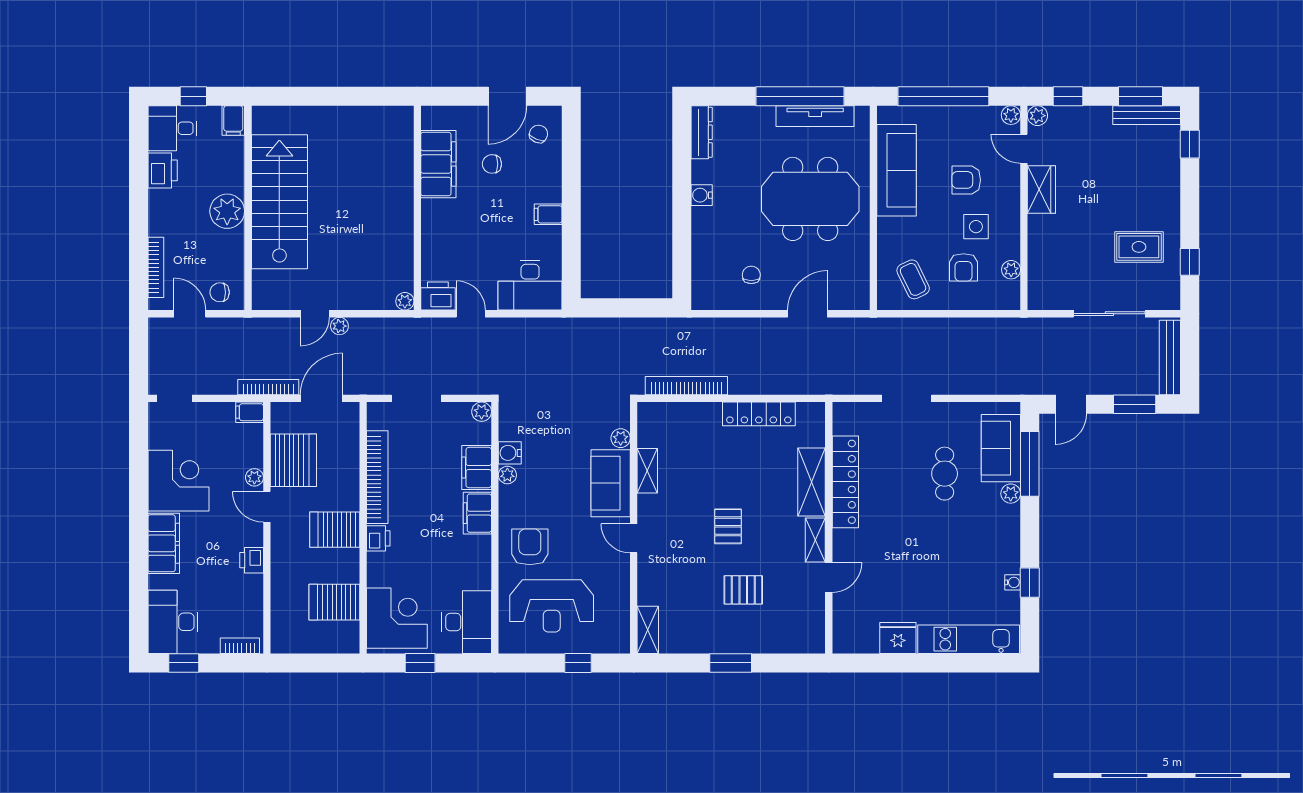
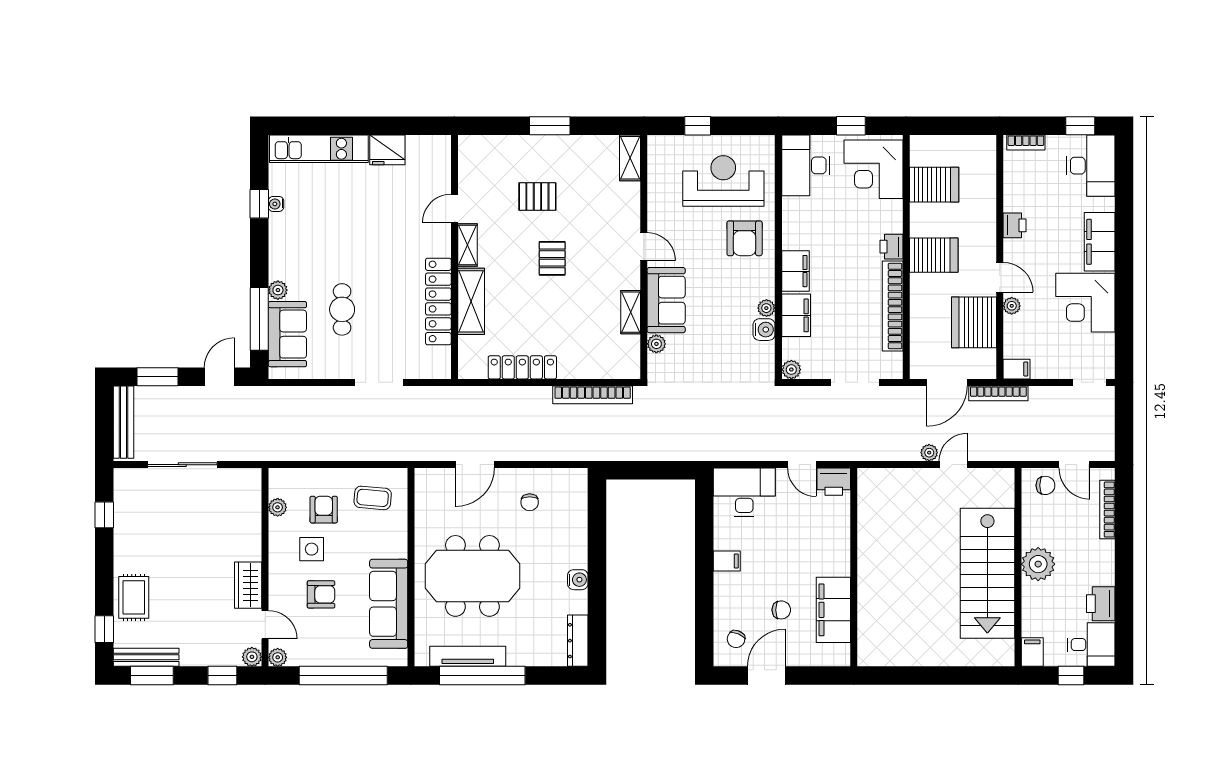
rug: (1139, 247) -> (134, 597), moved, turned 90
coffee table: (913, 279) -> (373, 498), turned -59
plant: (405, 301) -> (866, 477), removed

